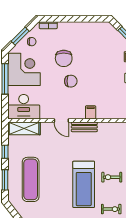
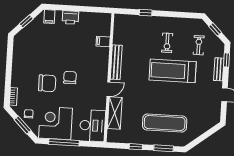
filing cabinet: (91, 112) -> (103, 41), moved
bench: (84, 127) -> (116, 62), width x1.36
shelving: (24, 128) -> (115, 113), moved
treadmill: (84, 184) -> (173, 71), turned 180

